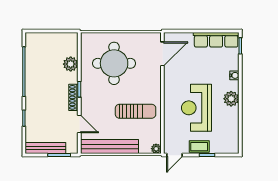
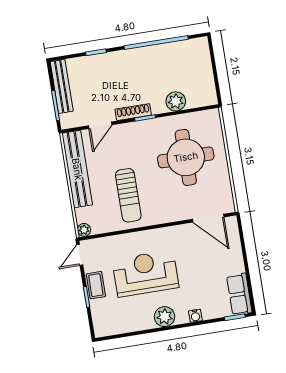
row of seats: (216, 40) -> (239, 294), width x0.68
door: (174, 155) -> (80, 255), hinge flipped

